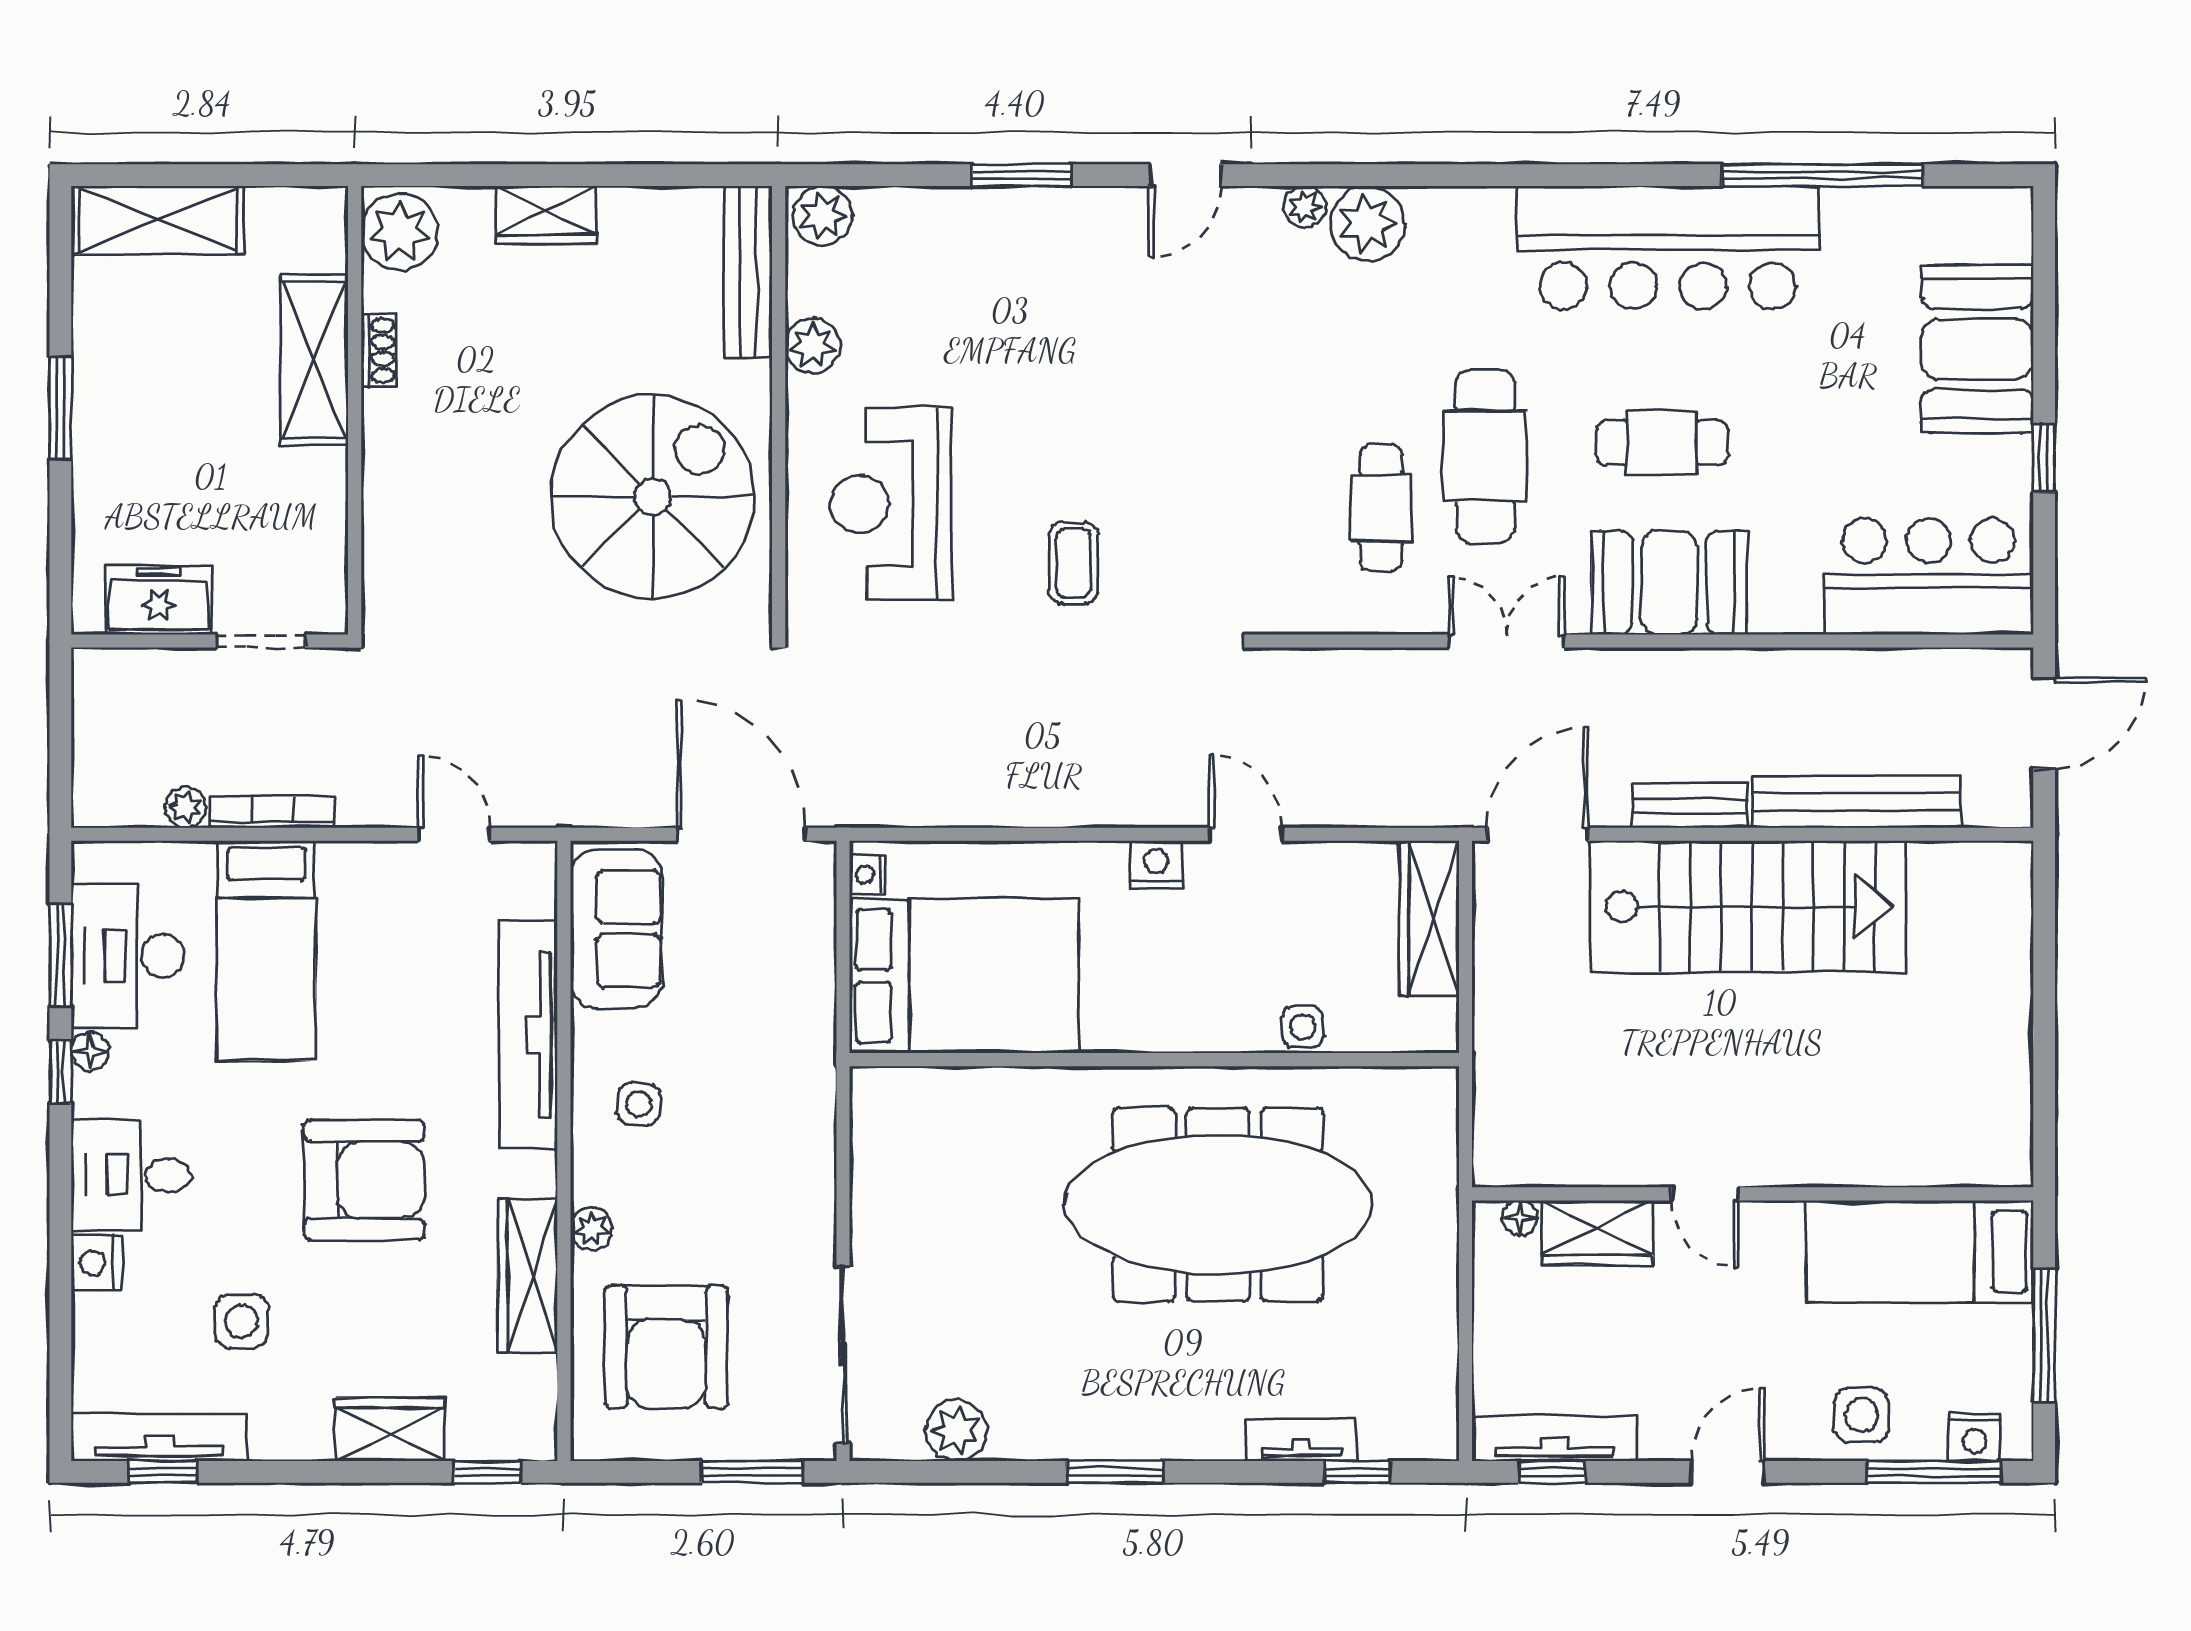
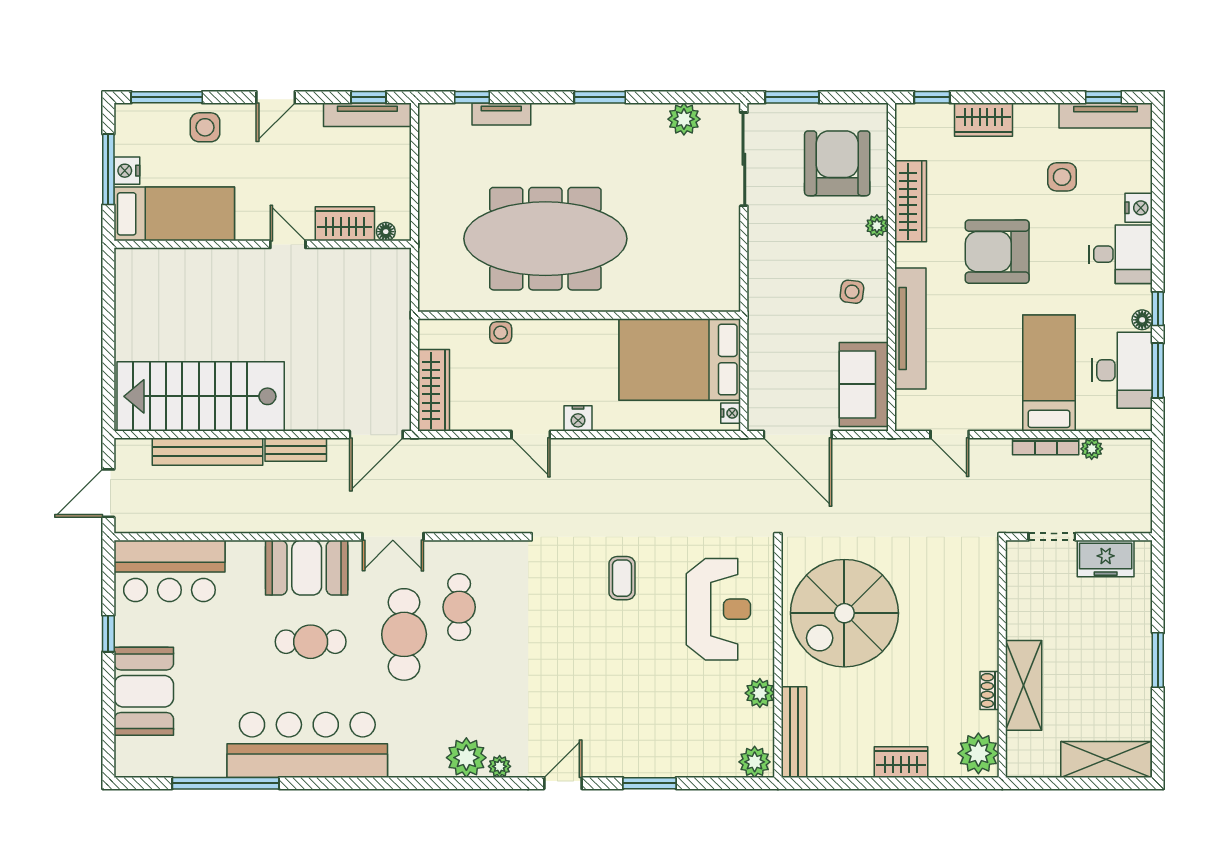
stairs: (1748, 906) -> (201, 396), moved
nightstand: (1975, 1437) -> (127, 171), moved, turned -90

